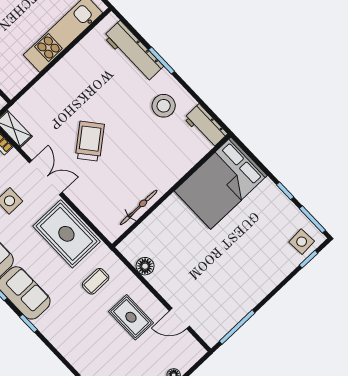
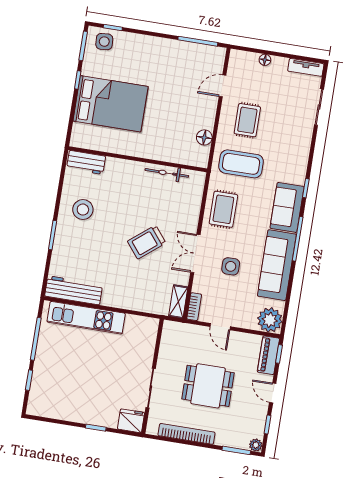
workbench: (133, 51) -> (74, 290), moved, turned -90
workbench: (206, 126) -> (86, 162), moved, turned 90
bed: (221, 183) -> (111, 104), moved
rug: (66, 234) -> (223, 209), width x0.73, depth x0.70
coffee table: (96, 281) -> (241, 164), width x1.86, depth x1.72
door: (179, 318) -> (222, 86), swing flipped

